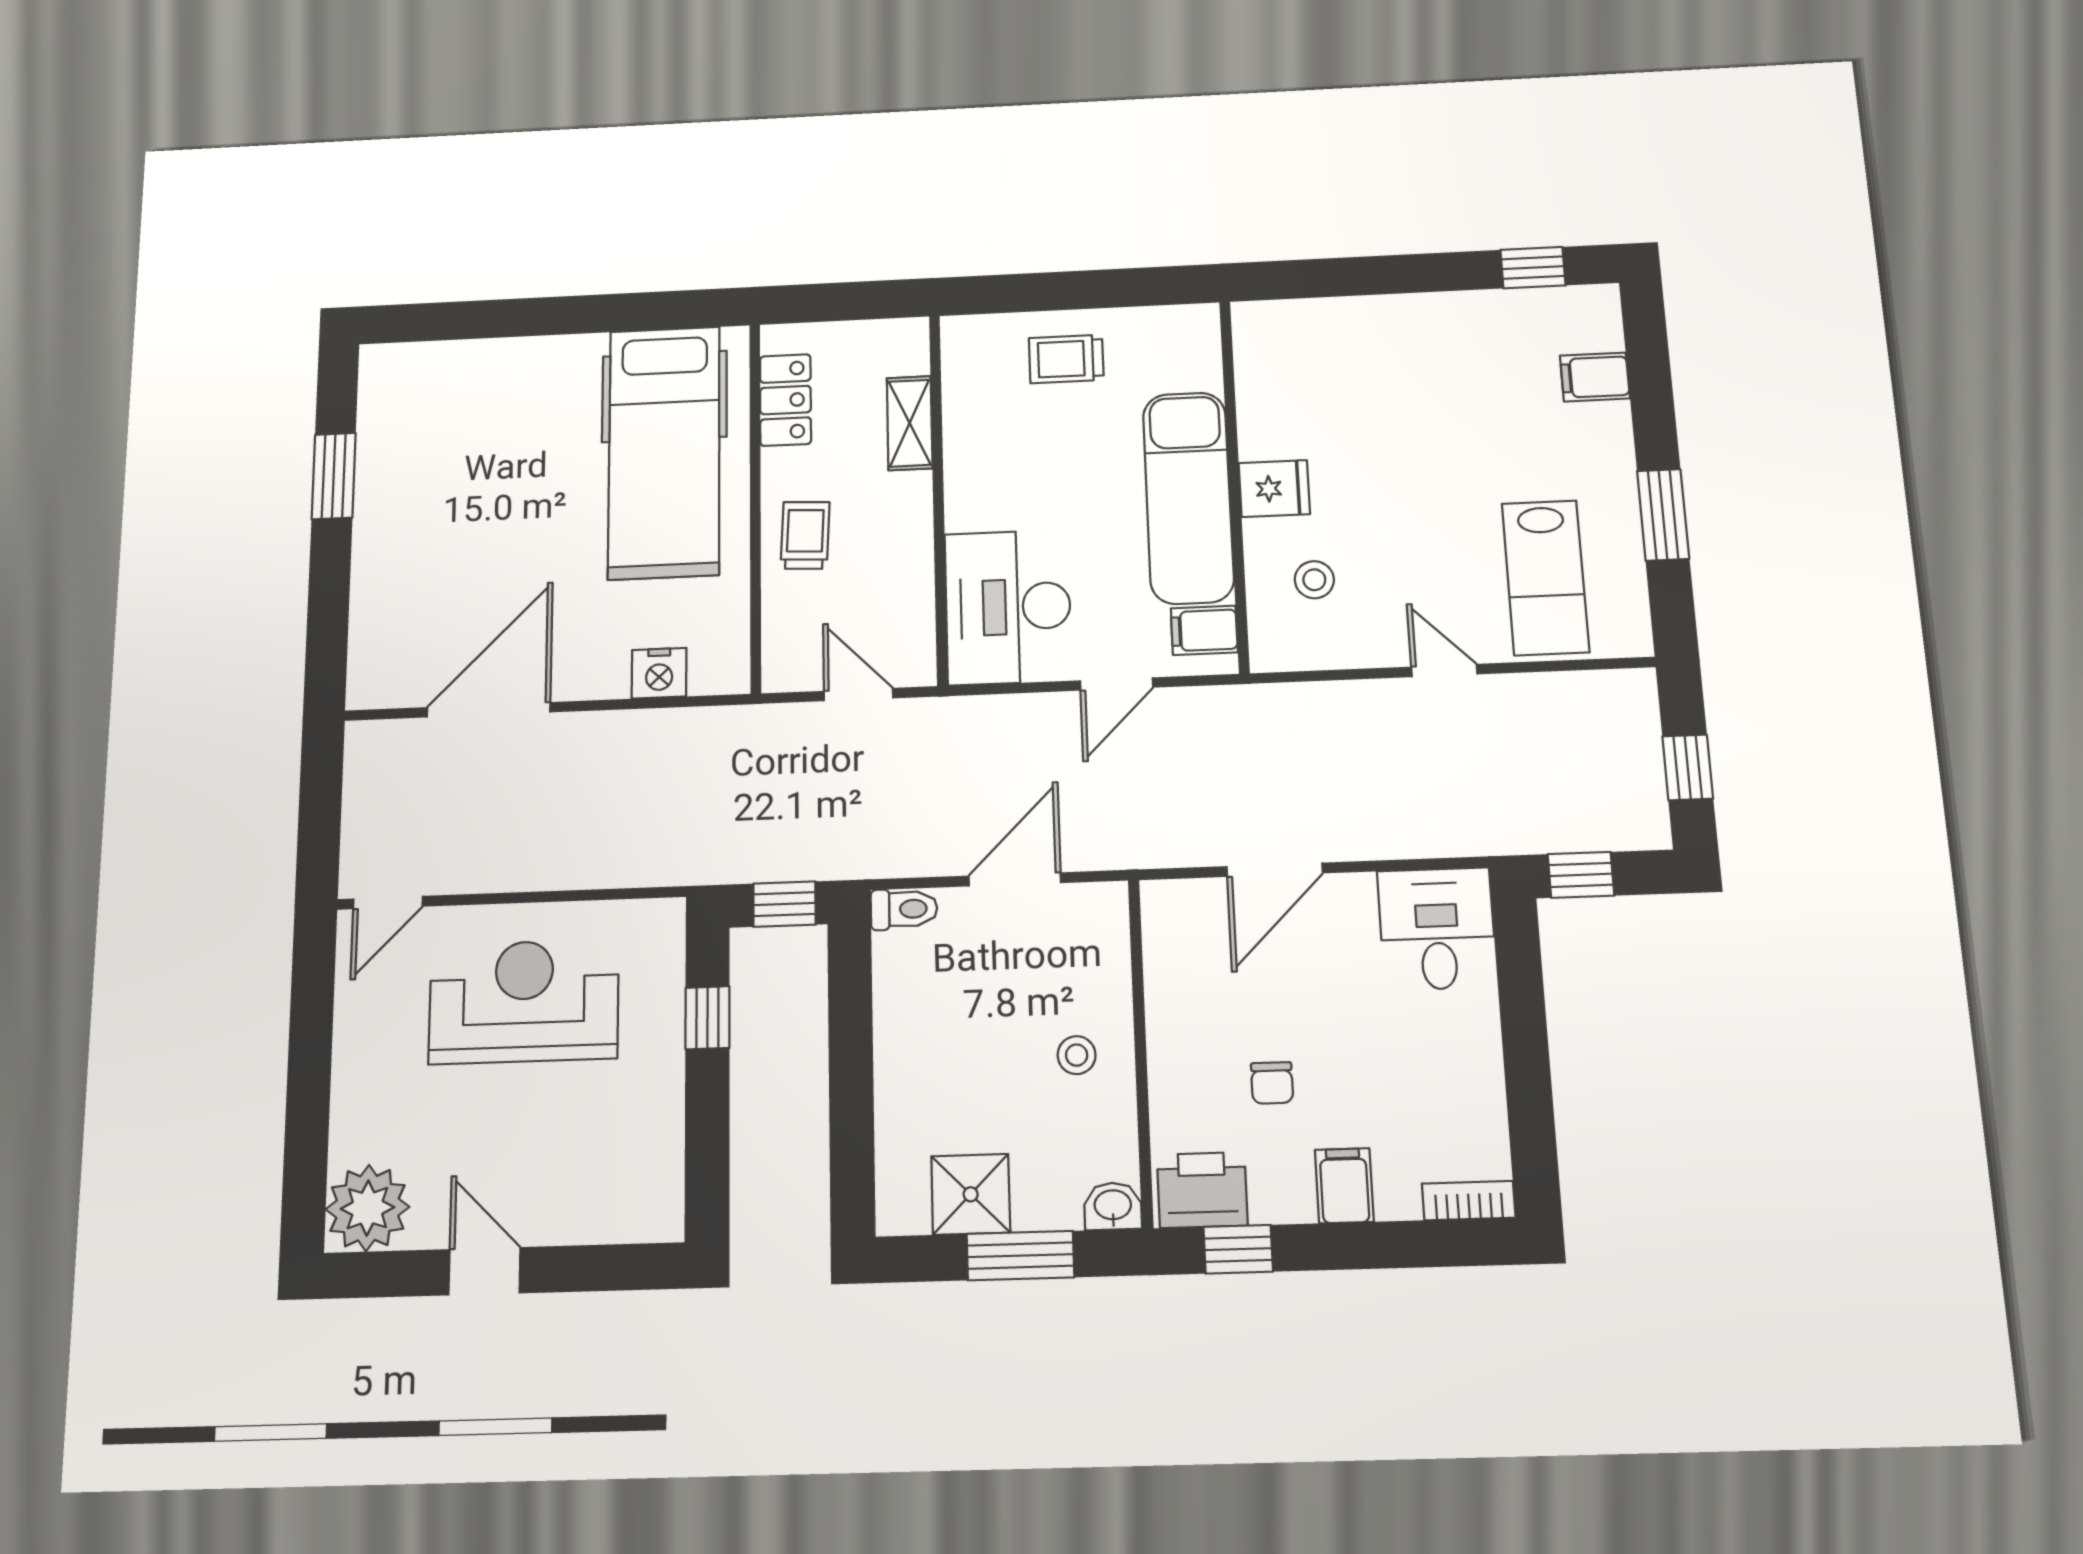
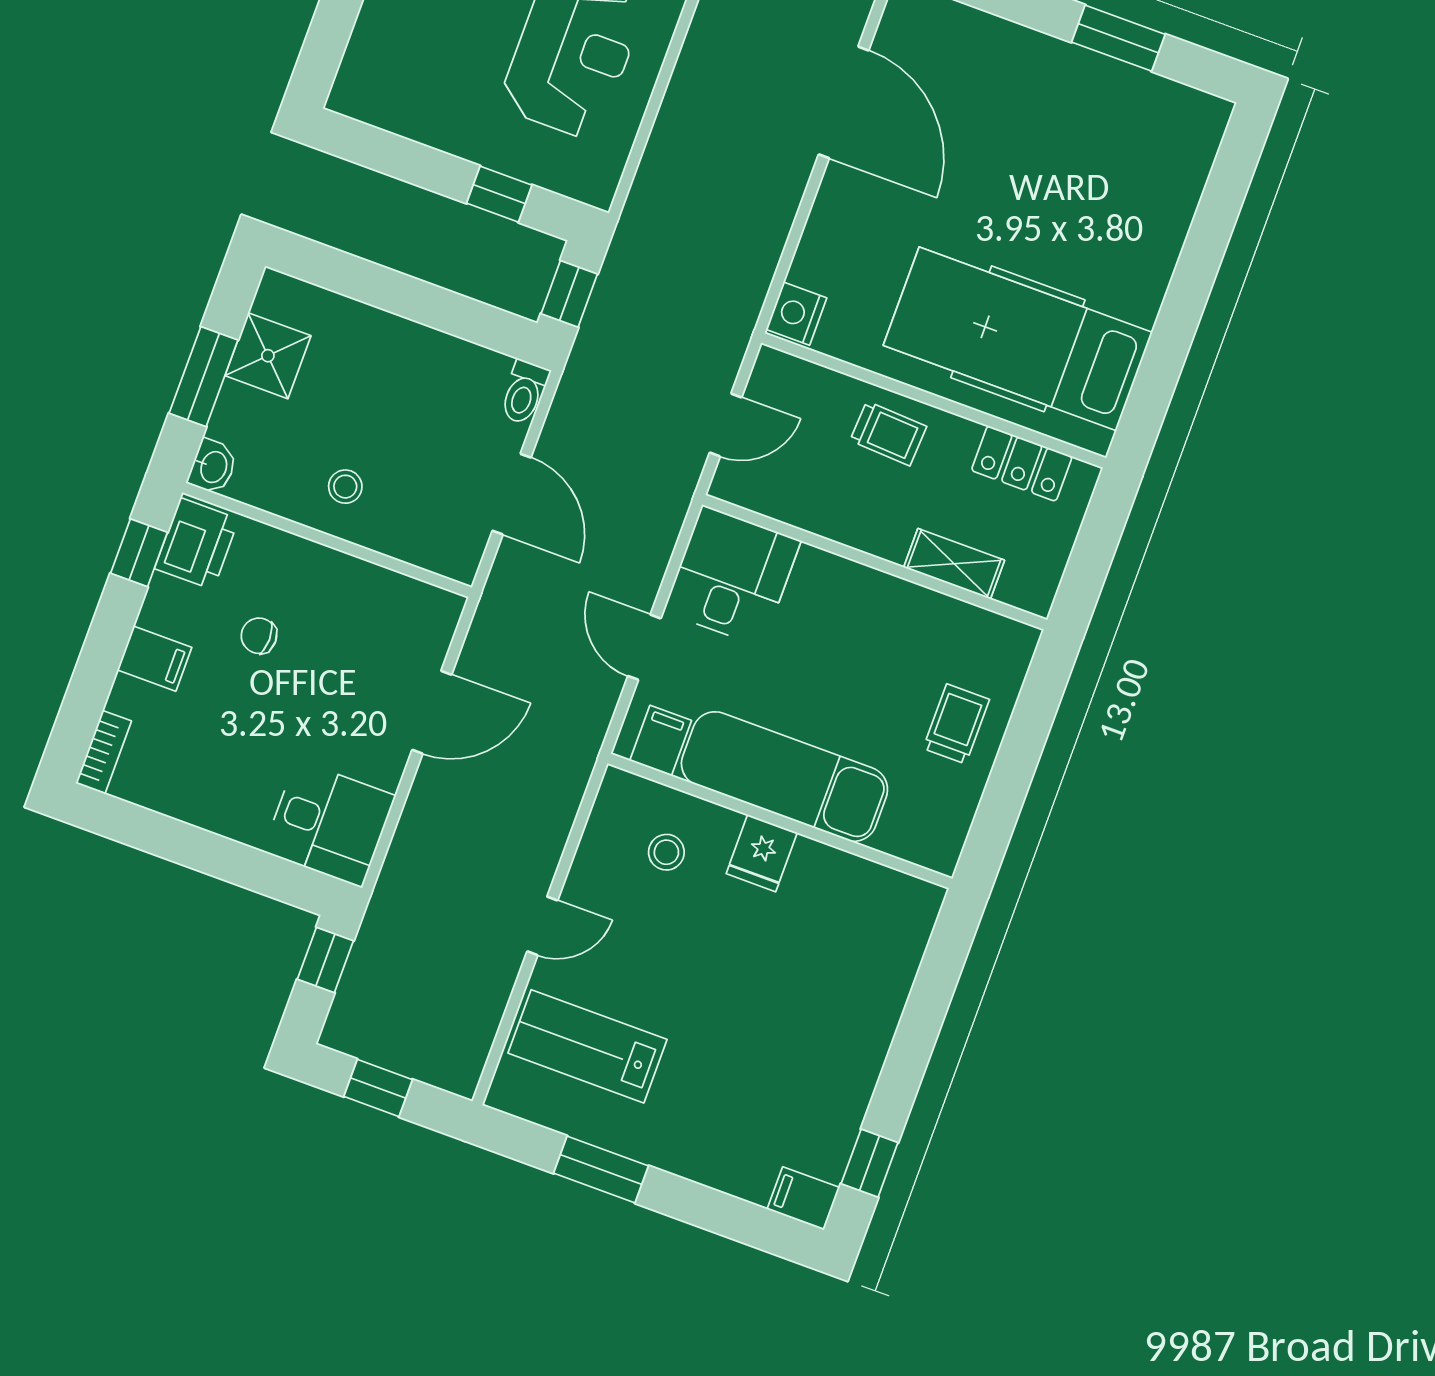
filing cabinet: (1595, 377) -> (803, 1198), moved, turned -90
desk: (1008, 607) -> (732, 576), width x0.73
nightstand: (659, 673) -> (796, 314), moved
door: (1275, 870) -> (432, 712), swing flipped

